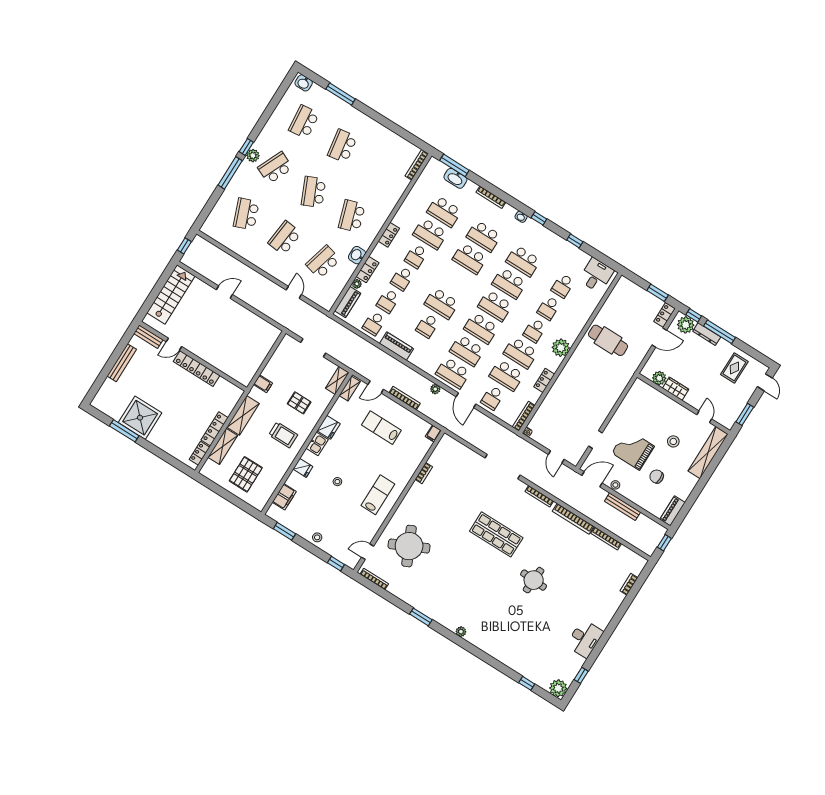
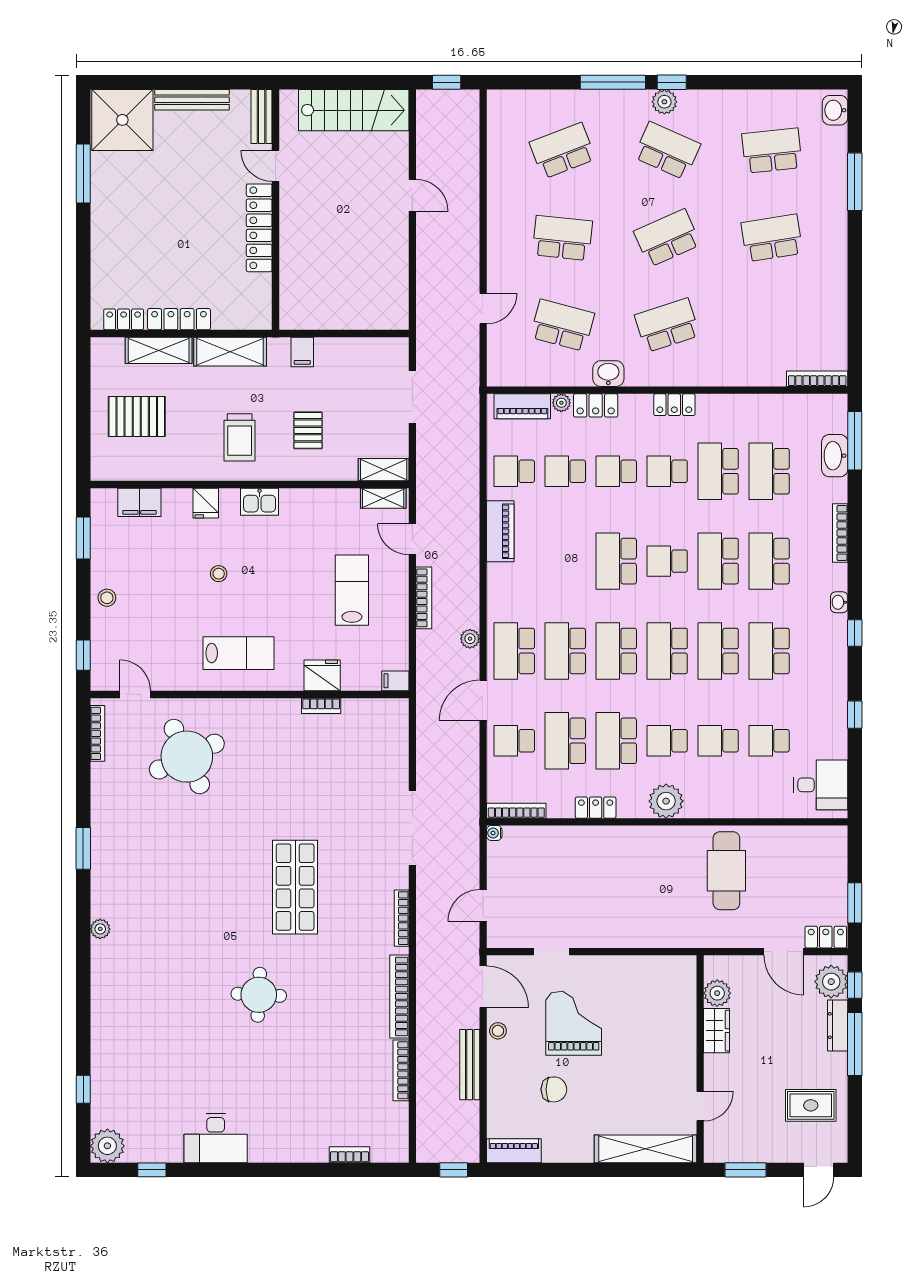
school desk: (427, 326) -> (667, 561), moved
shower: (140, 418) -> (122, 120), moved
fridge: (329, 427) -> (322, 675), moved, turned 180
stool: (673, 441) -> (628, 1081), removed
chair: (657, 476) -> (554, 1089), turned 90

